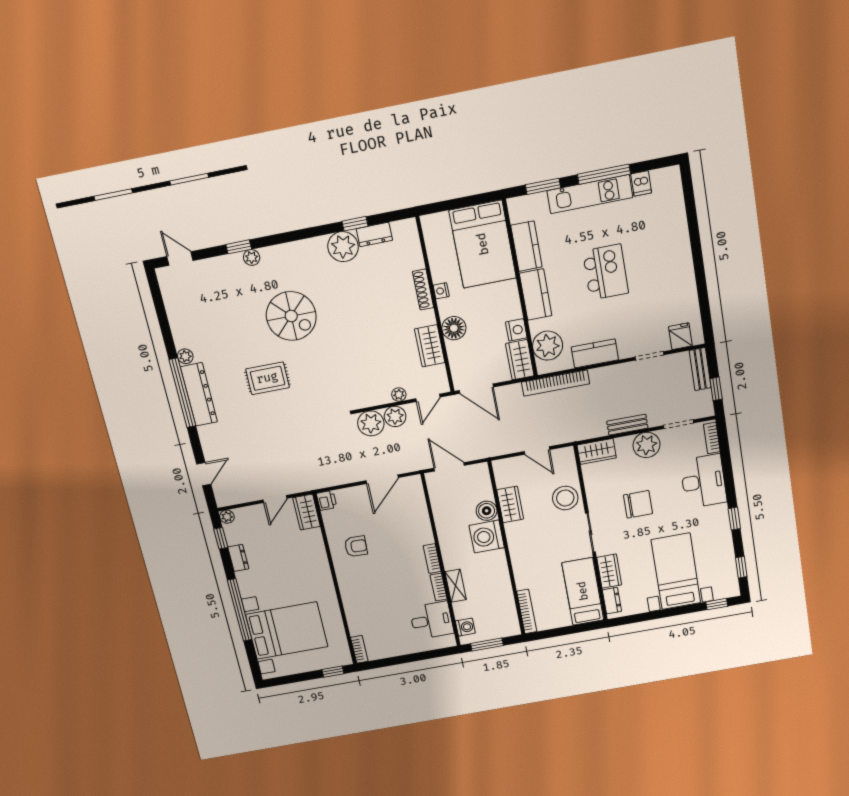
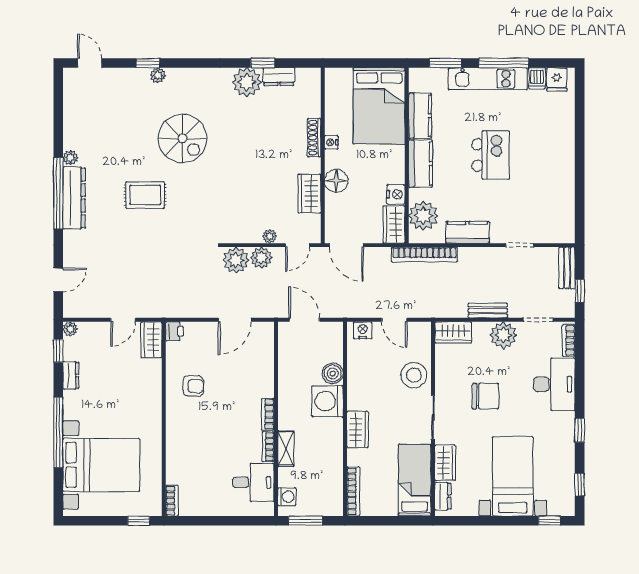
fridge: (680, 336) -> (557, 79), moved, turned 180
nightstand: (508, 466) -> (363, 330), added
wardrobe: (510, 504) -> (358, 430), moved

